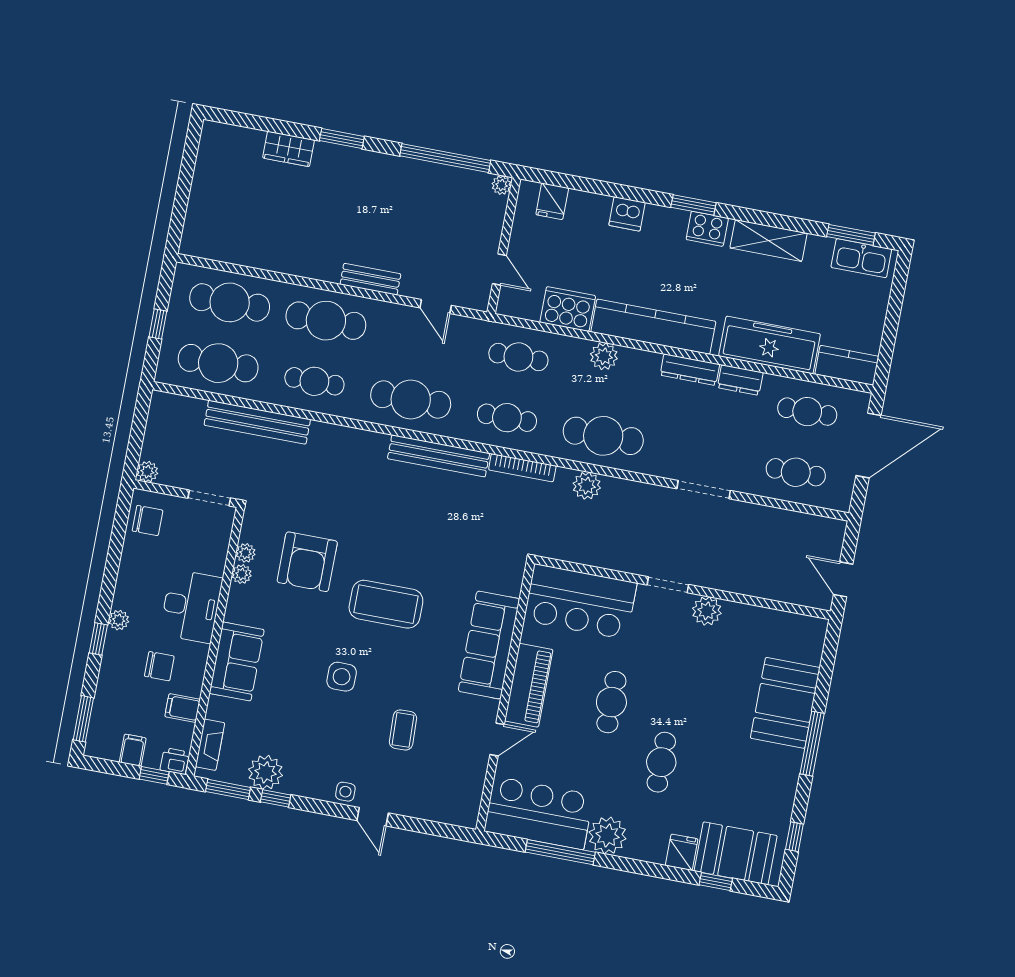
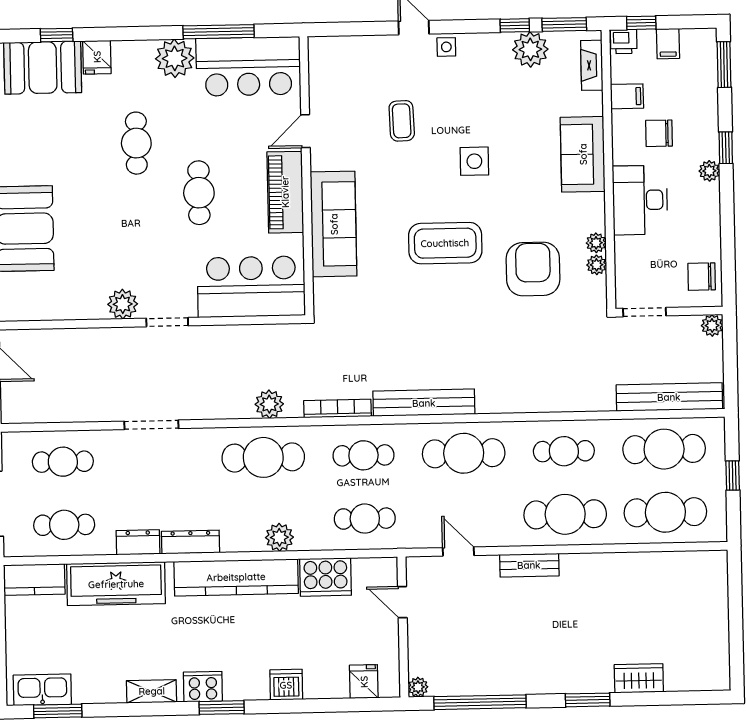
shelving: (769, 240) -> (152, 691), width x0.67, depth x0.75
bench: (257, 422) -> (669, 397), moved

